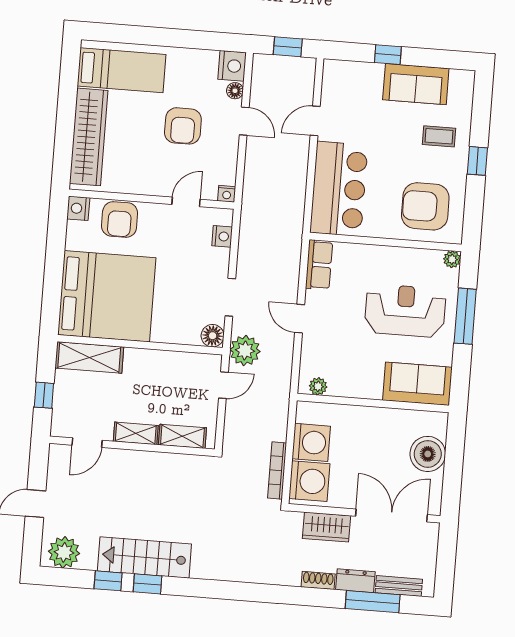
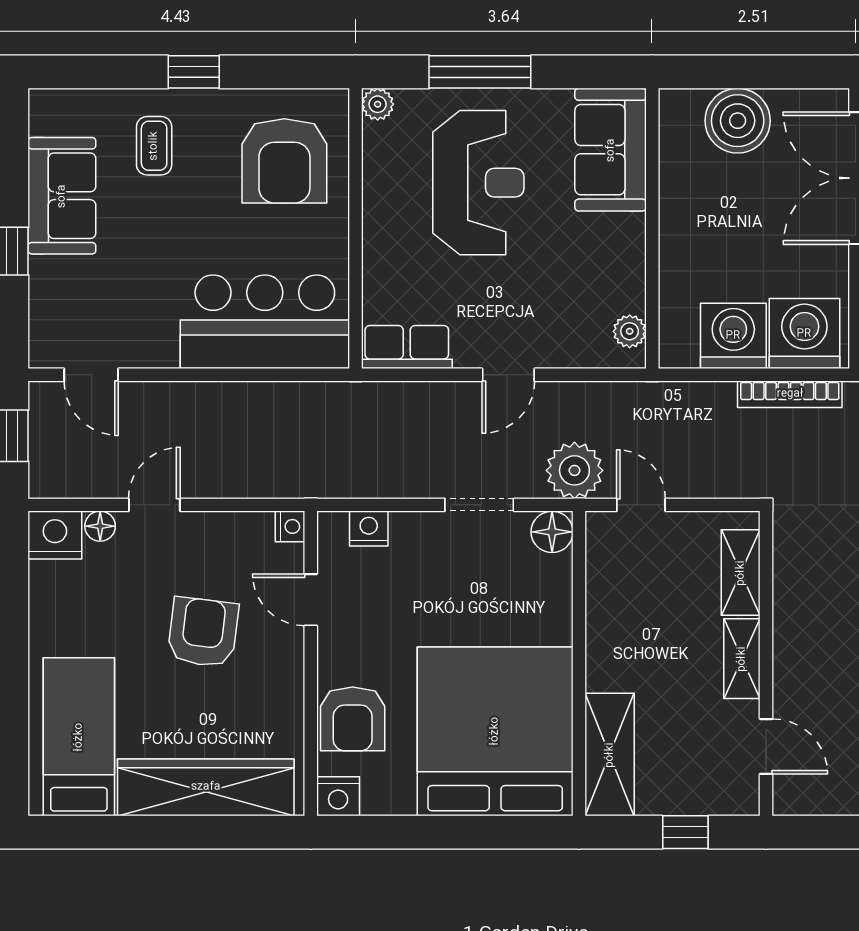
door: (315, 121) -> (91, 375), moved
armchair: (183, 126) -> (203, 632), moved, turned -83
armchair: (120, 220) -> (353, 719), turned 90
reception desk: (405, 311) -> (478, 183), turned 180

